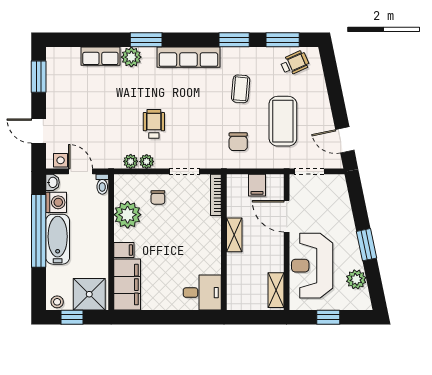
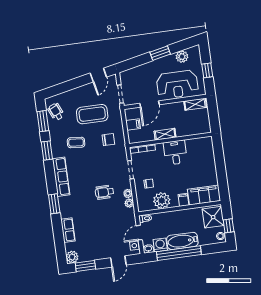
plant: (131, 57) -> (72, 257), moved
desk: (202, 293) -> (175, 153), moved

